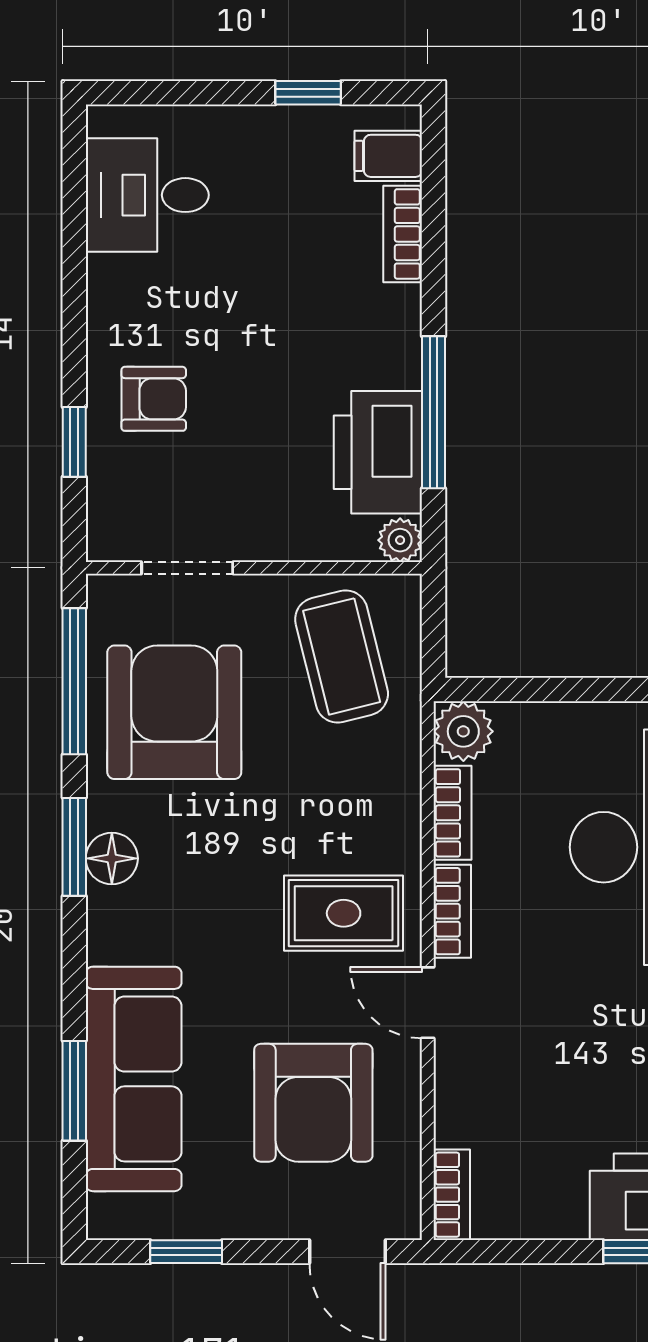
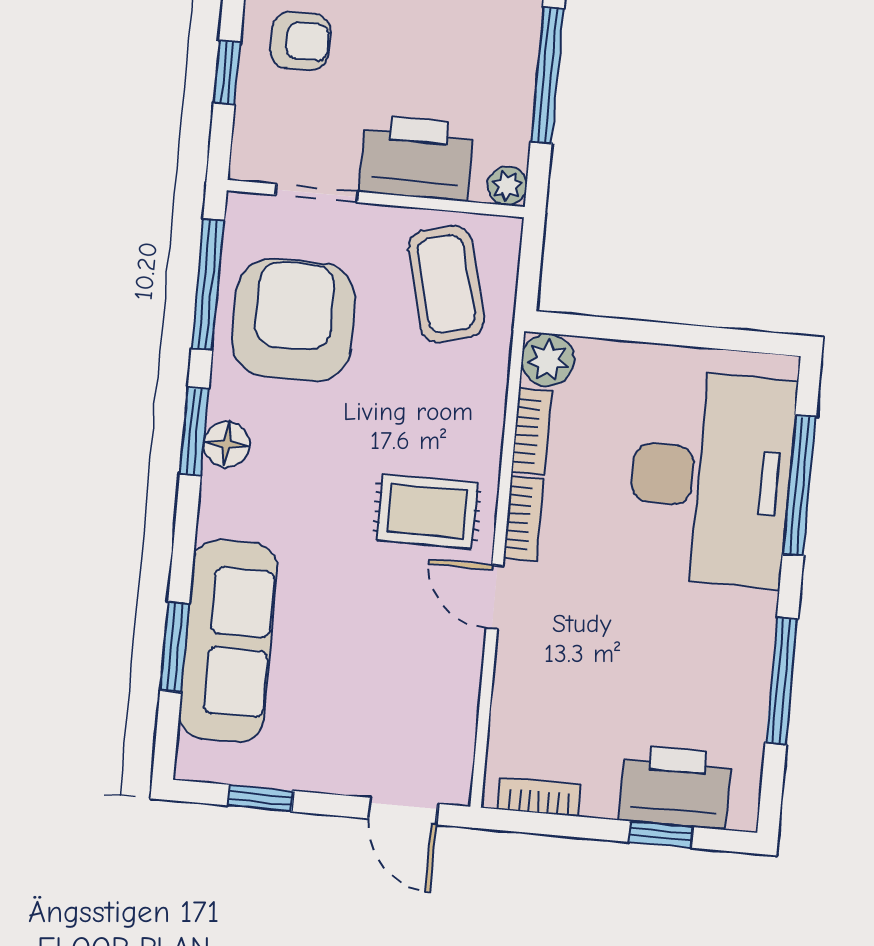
printer: (378, 452) -> (417, 158), moved, turned 90
armchair: (313, 1103) -> (385, 677), removed
bookcase: (452, 1195) -> (540, 797), moved, turned -90

